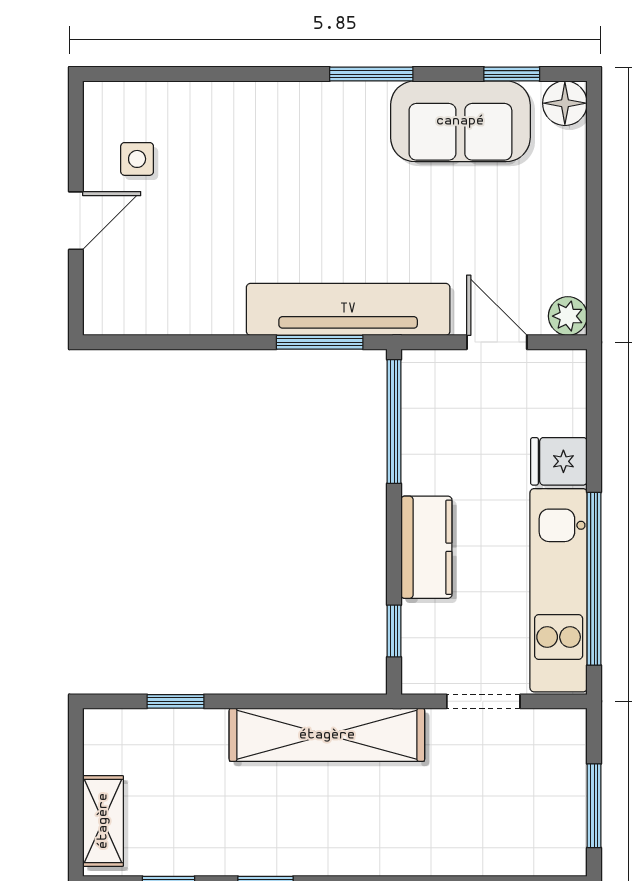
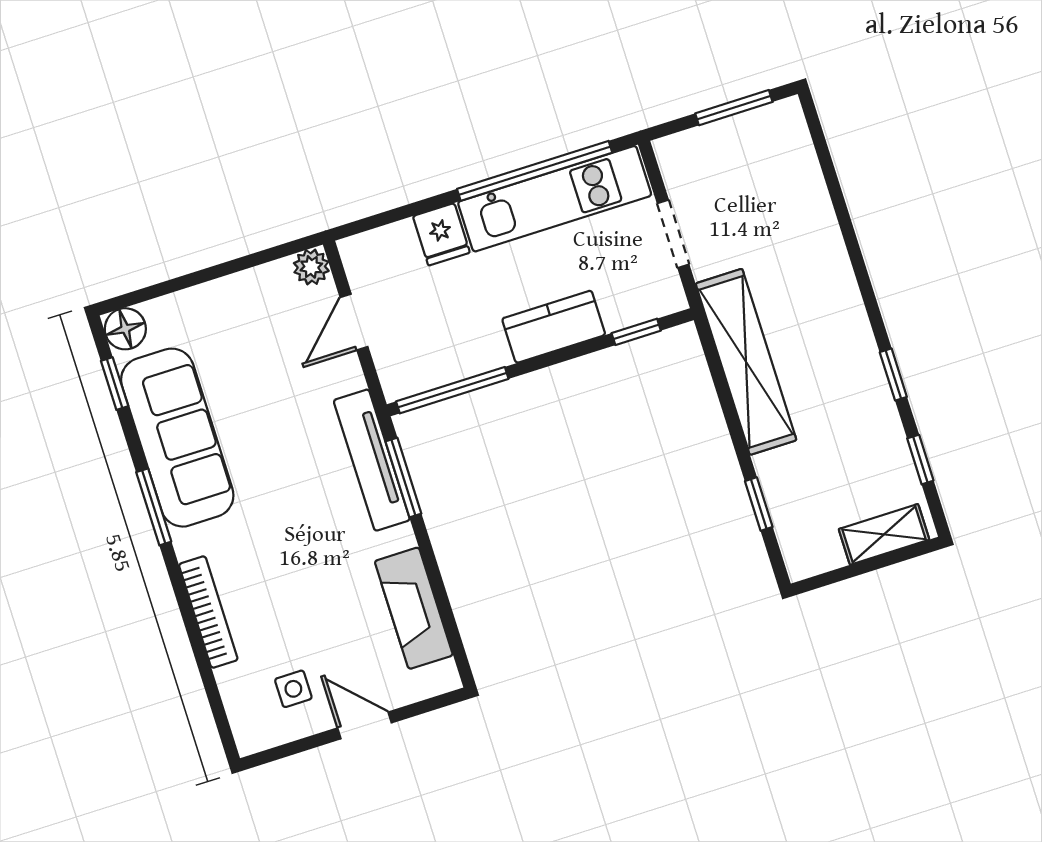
bookcase: (245, 96) -> (208, 612), added
sofa: (460, 121) -> (177, 438), width x1.36
tv unit: (348, 309) -> (372, 460), width x0.73, depth x0.78
fireplace: (181, 310) -> (414, 608), added

